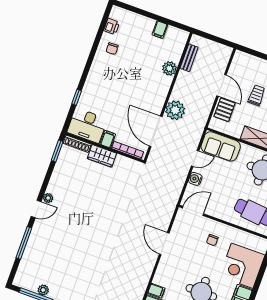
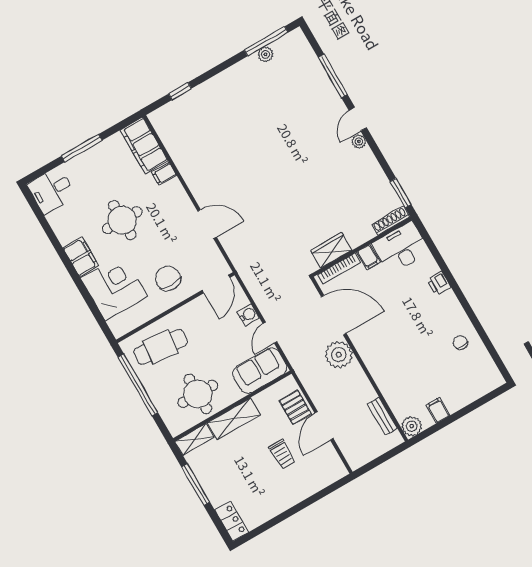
printer: (112, 26) -> (439, 283), moved
plant: (169, 68) -> (412, 426), moved
door: (221, 85) -> (324, 426), hinge flipped
window: (77, 97) -> (440, 262), removed
wardrobe: (102, 156) -> (331, 250), moved
chair: (212, 240) -> (168, 278), width x1.87, depth x1.87

